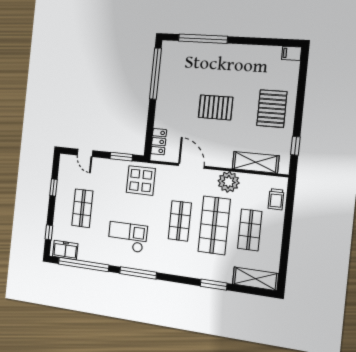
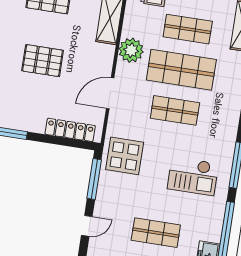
pallet: (216, 107) -> (43, 61), turned 90
locker: (159, 142) -> (70, 130), width x1.53
window: (121, 157) -> (94, 179), width x1.44
checkout: (128, 237) -> (193, 176), turned -90

